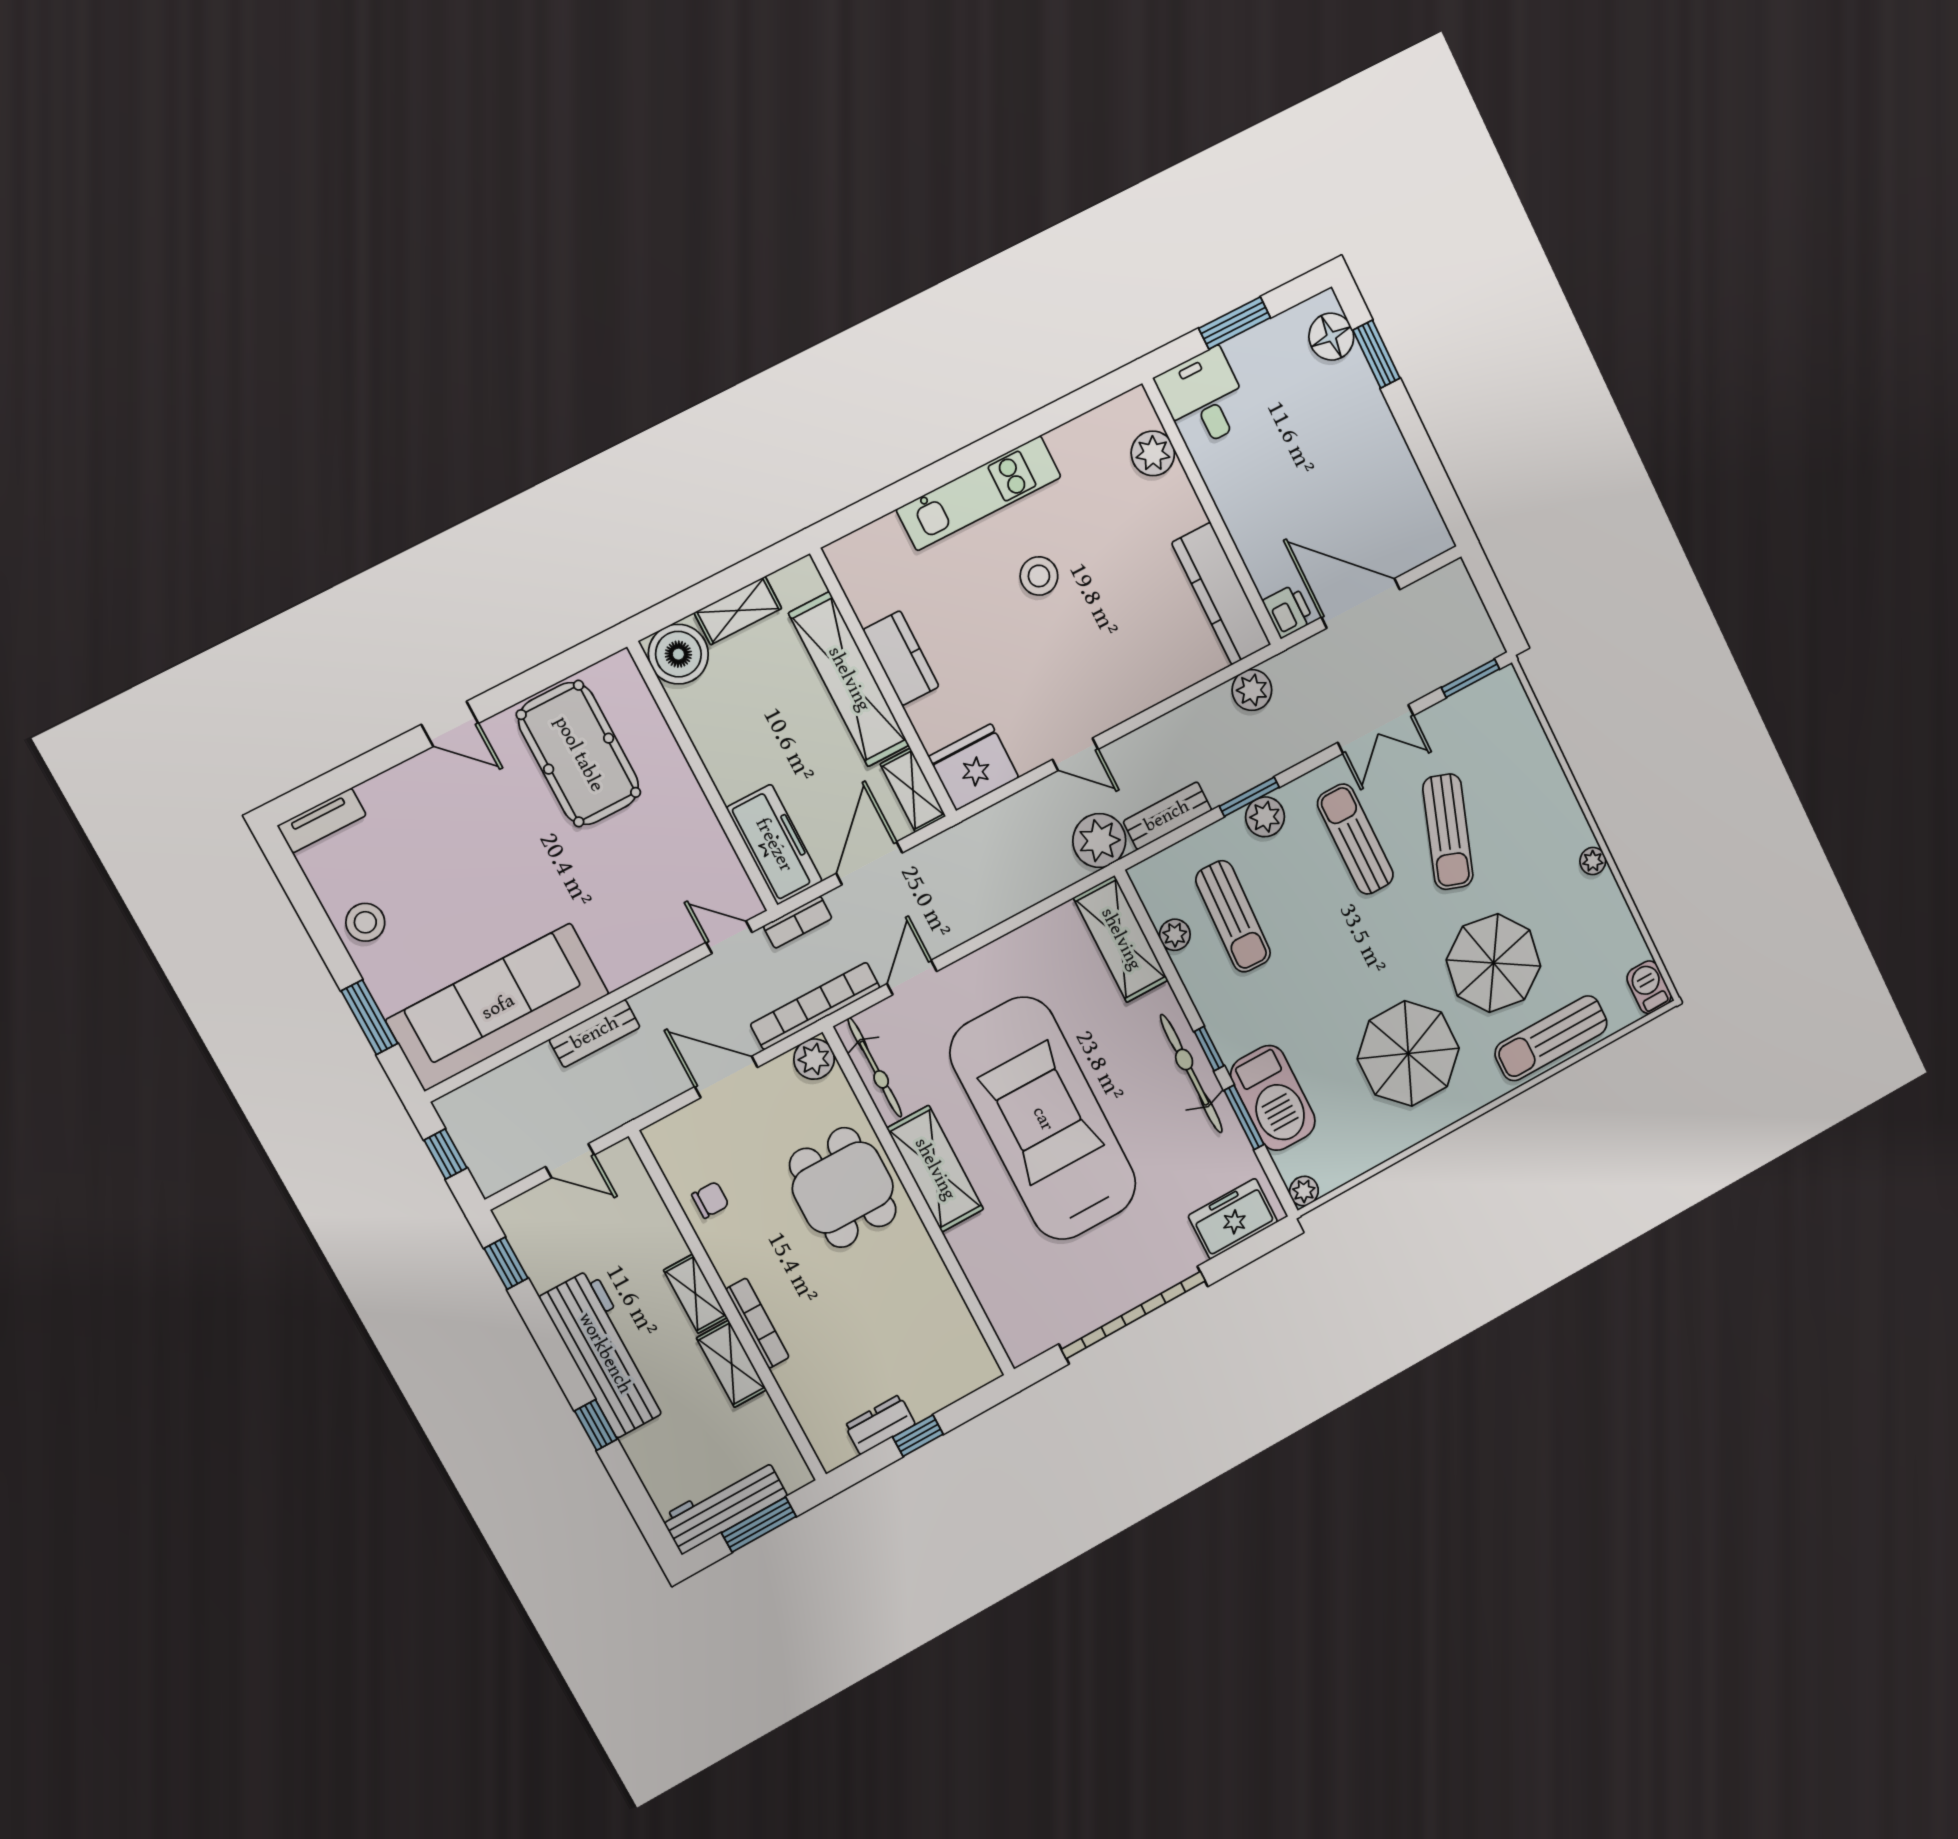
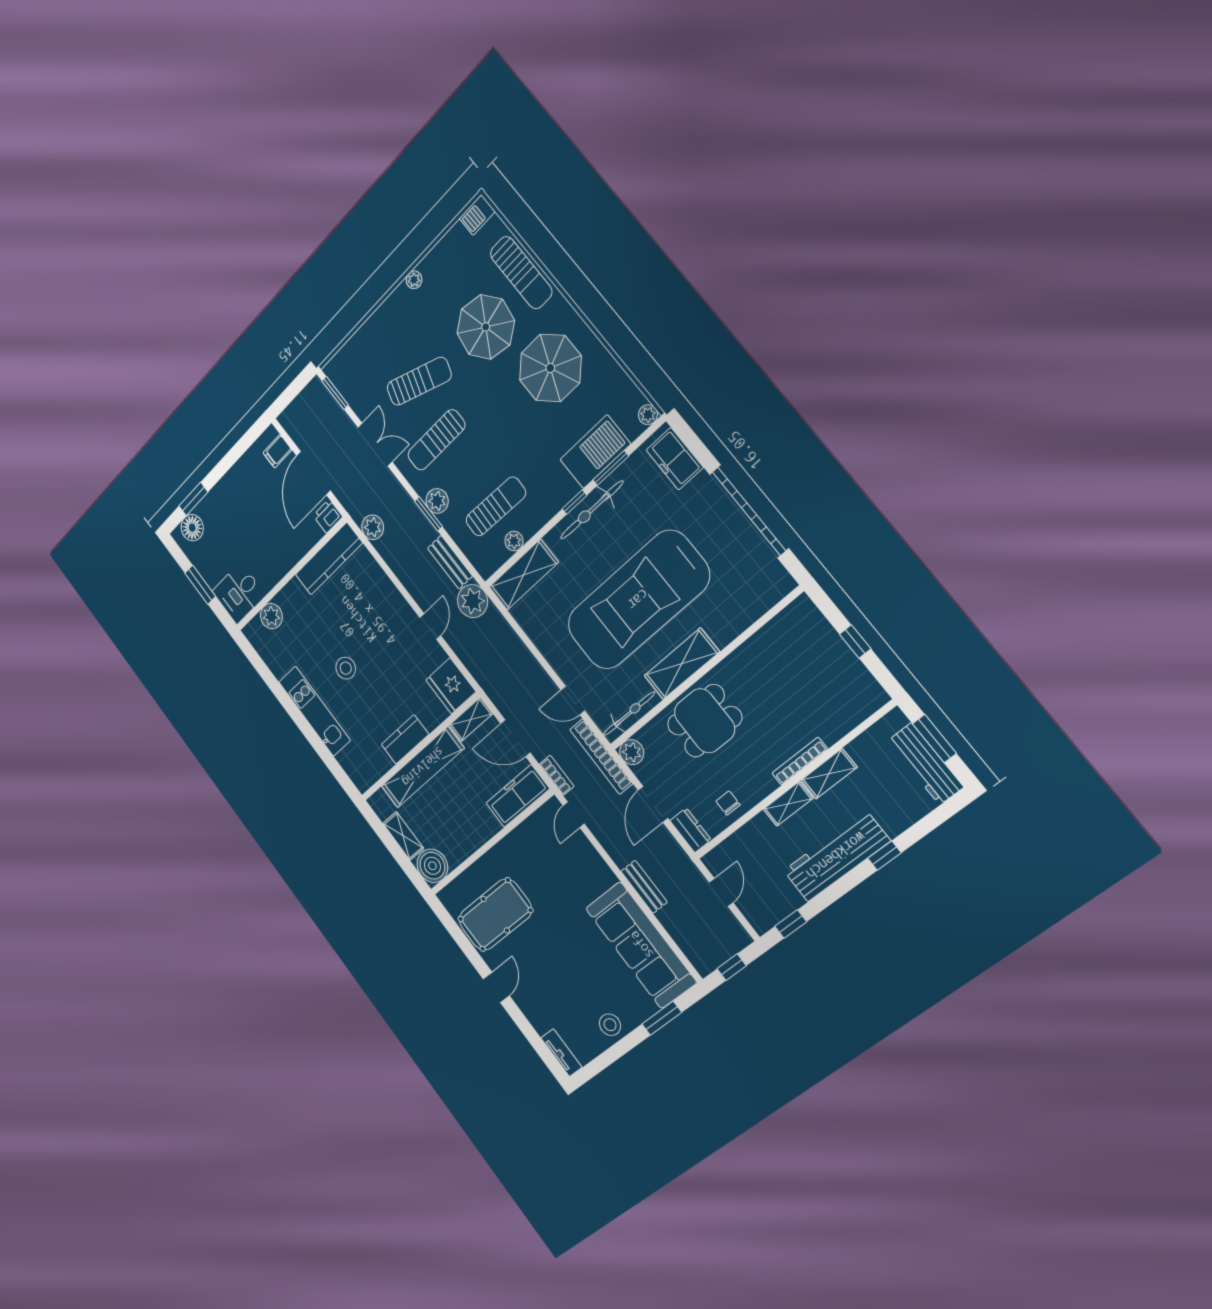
filing cabinet: (1411, 545) -> (277, 451), added
dresser: (880, 1425) -> (691, 830), moved, turned 180

